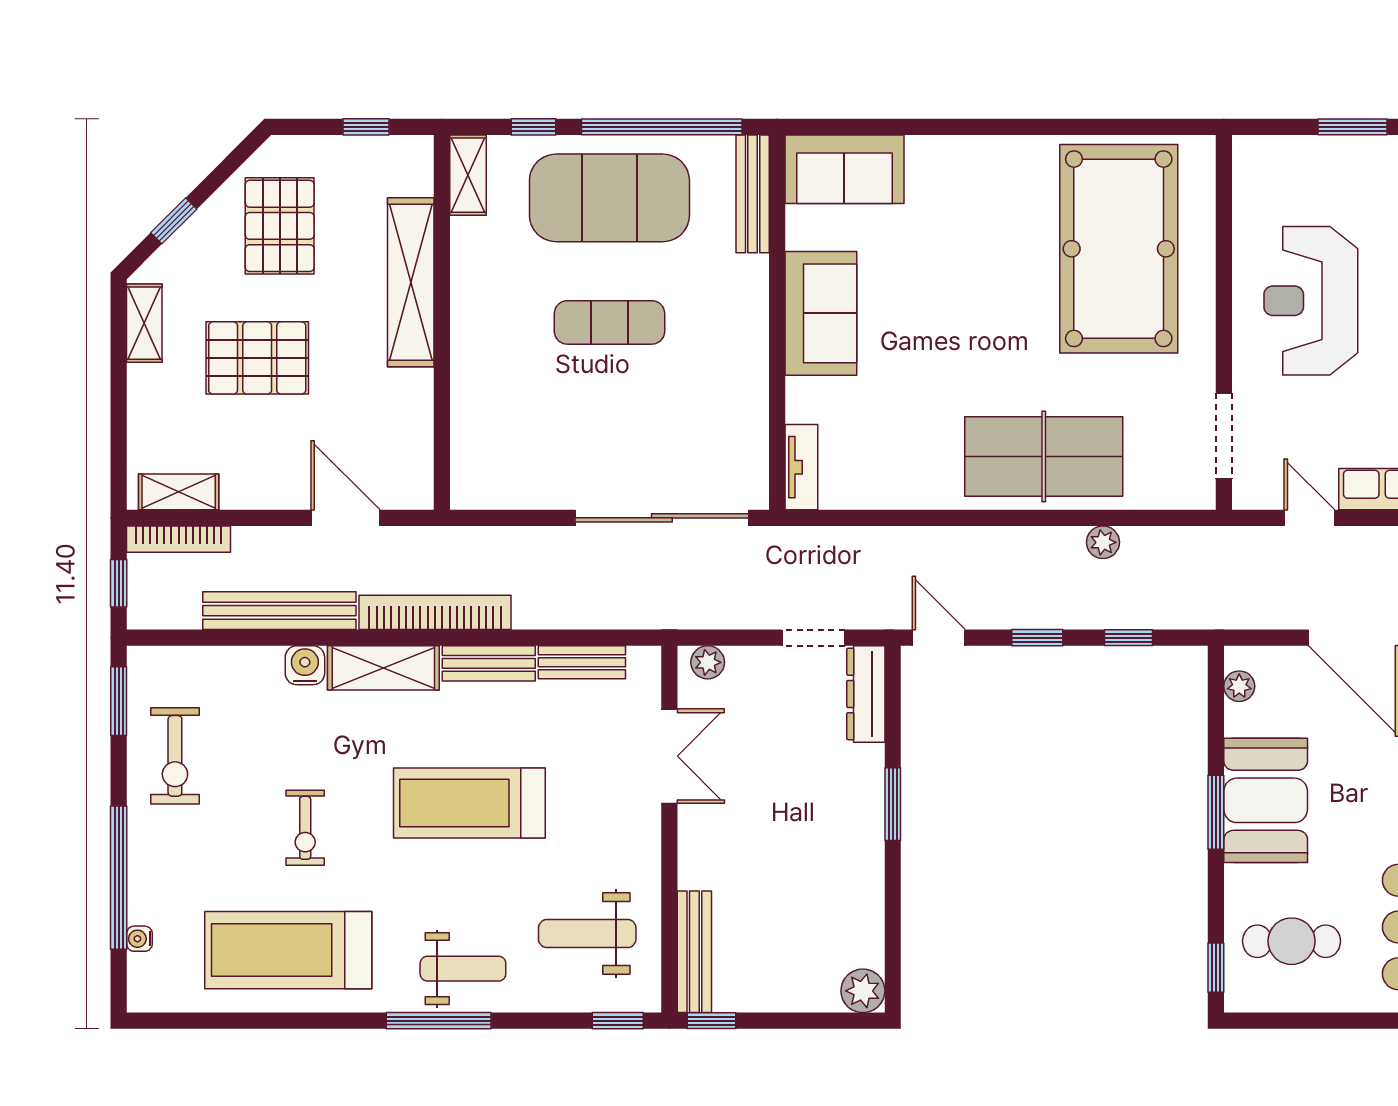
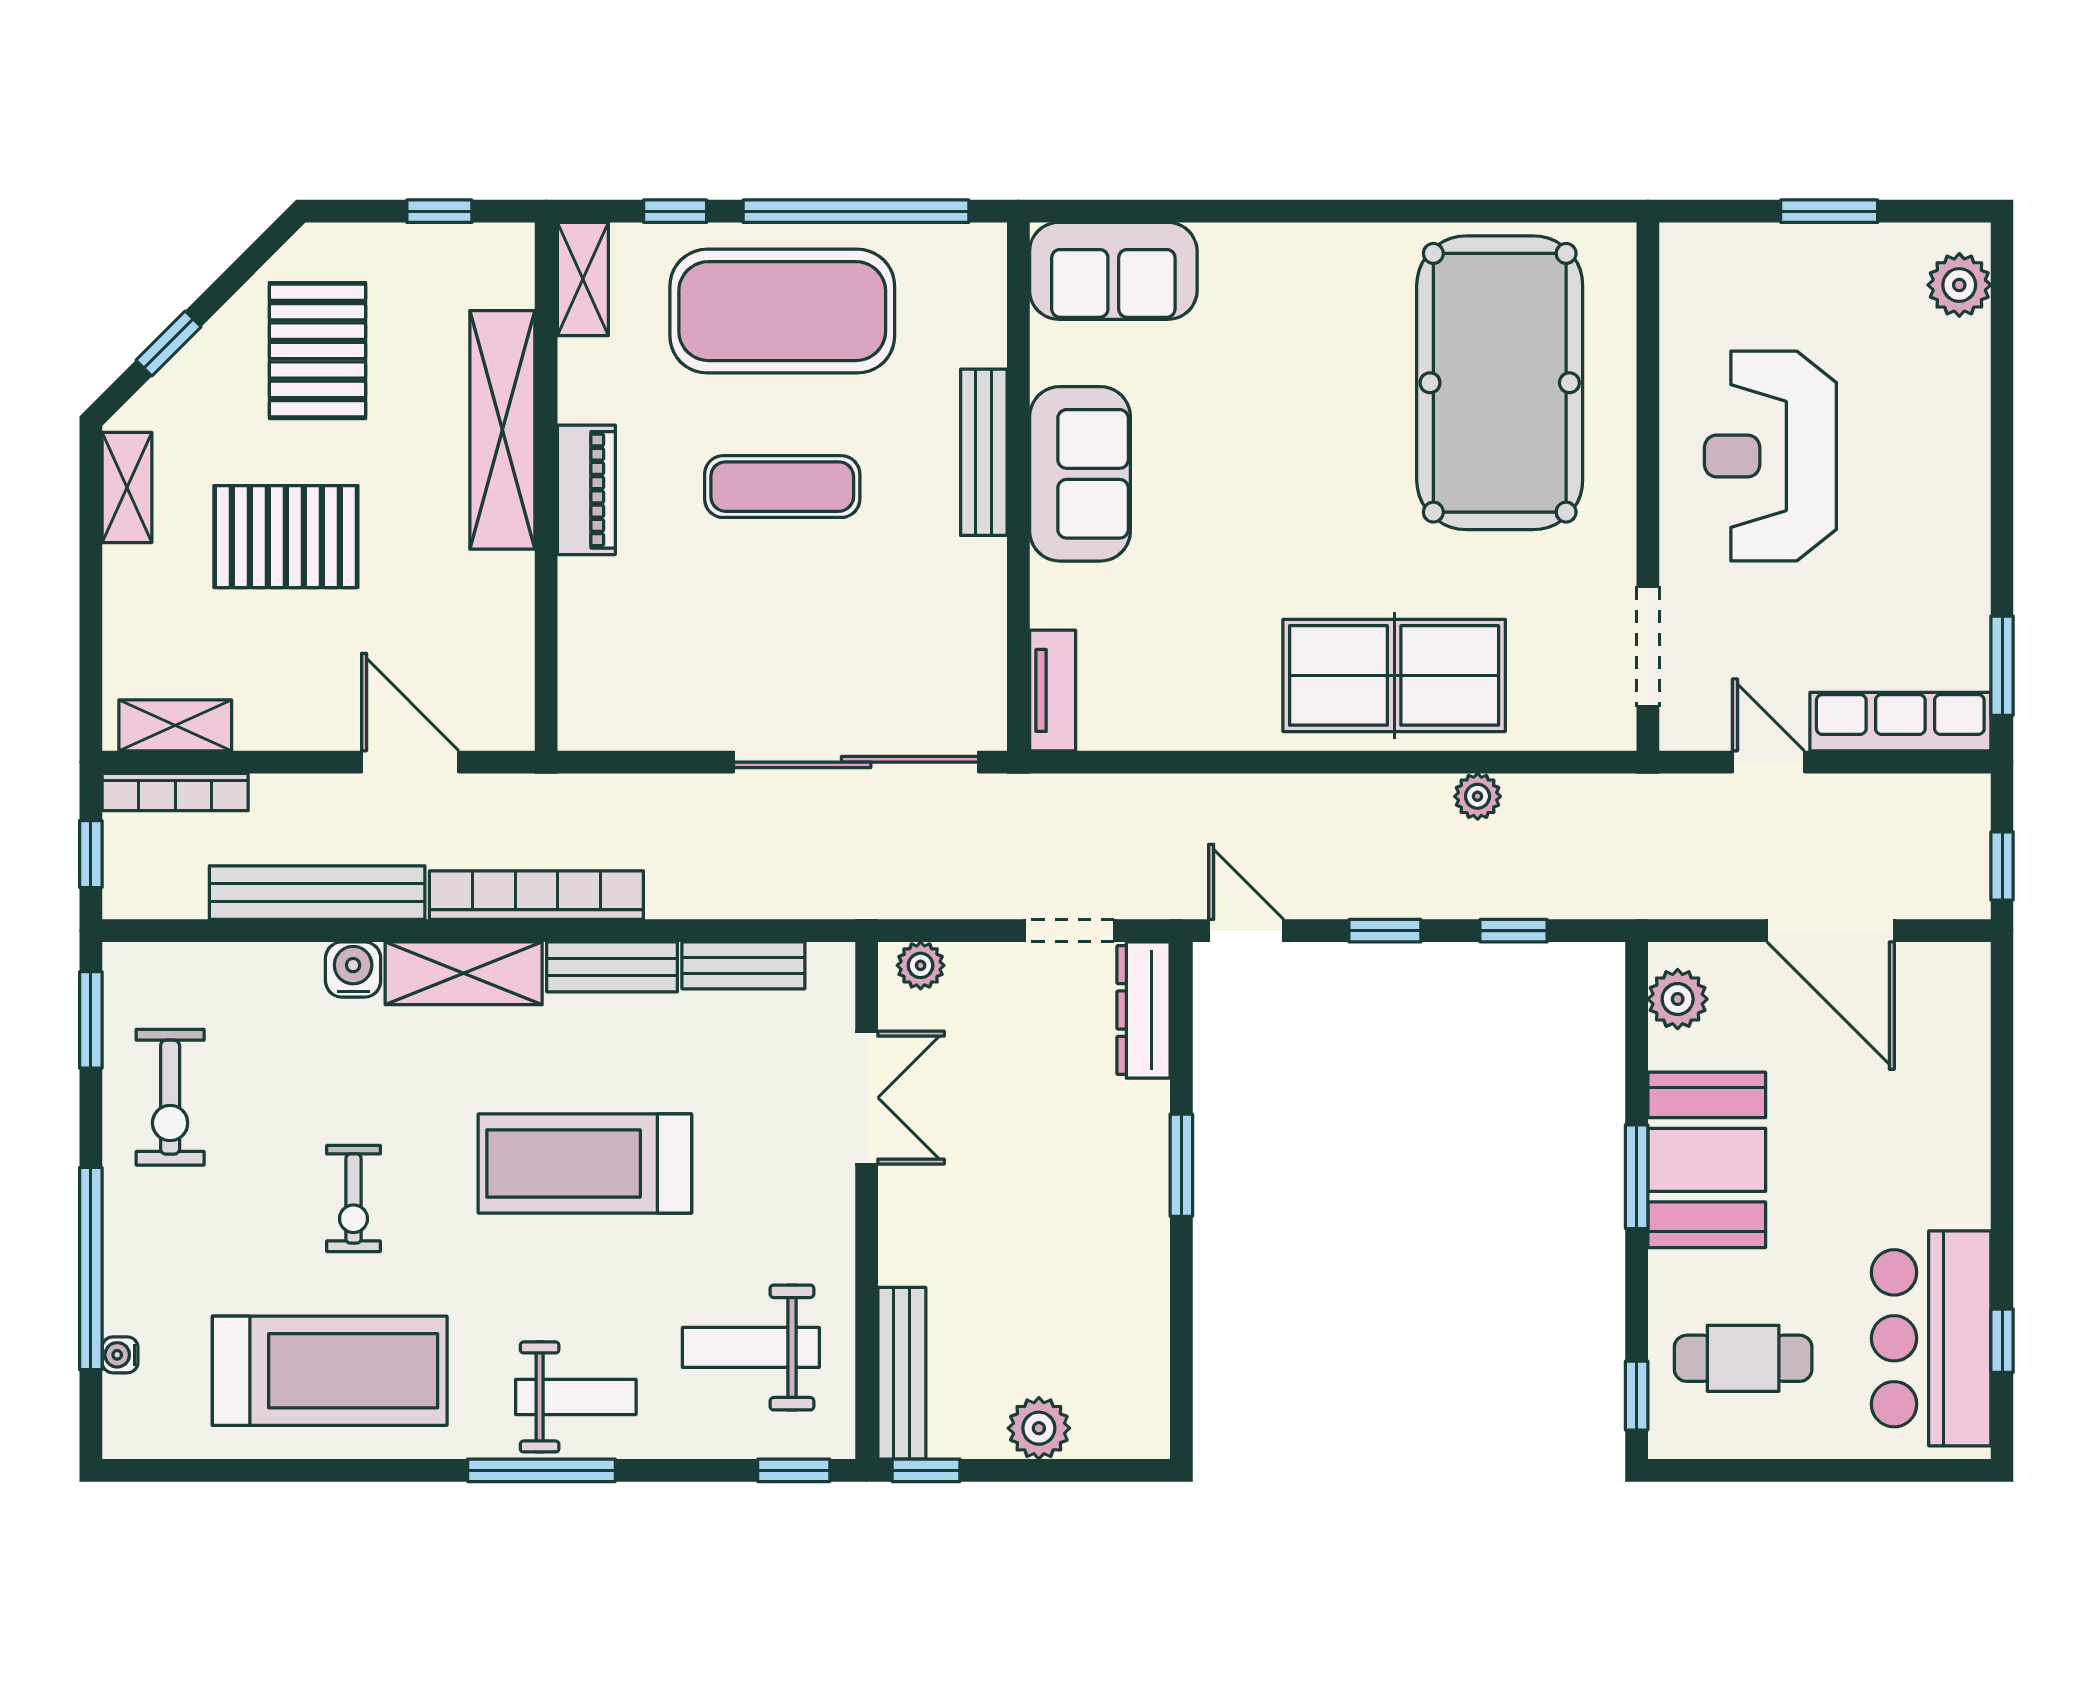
bench: (753, 194) -> (984, 452), moved
piano: (470, 325) -> (586, 490), added
plant: (1239, 686) -> (1678, 999), width x1.38, depth x1.38
treadmill: (288, 950) -> (330, 1371), turned 180
plant: (863, 991) -> (1039, 1428), moved

